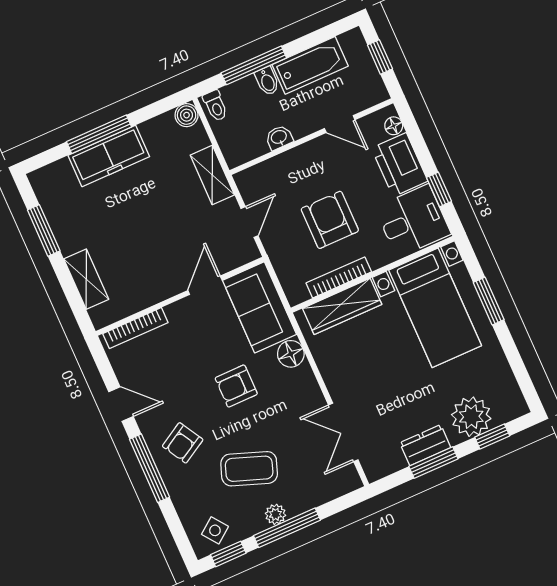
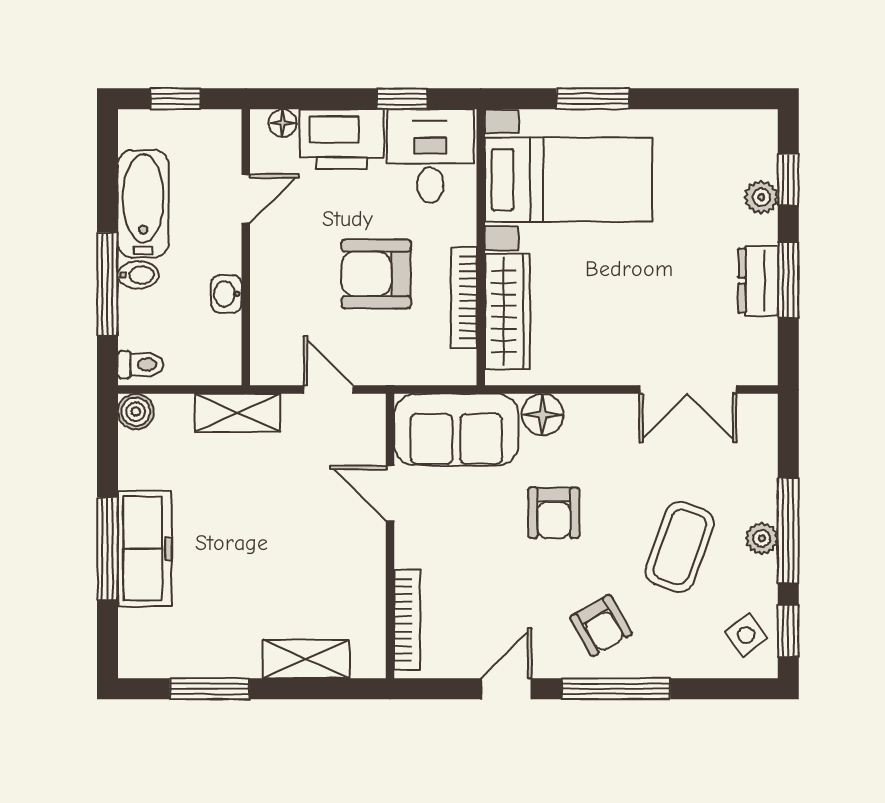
plant: (471, 417) -> (761, 197), width x0.53, depth x0.53

